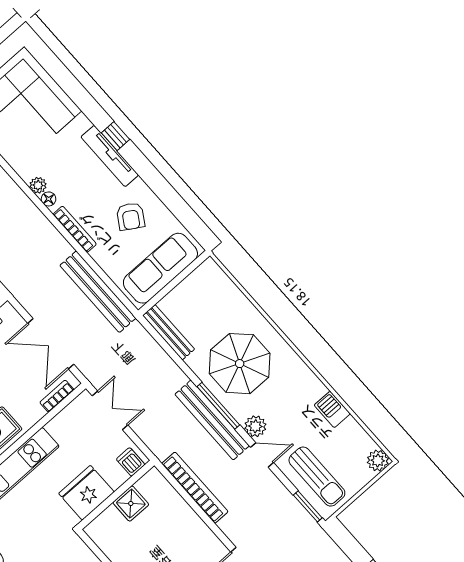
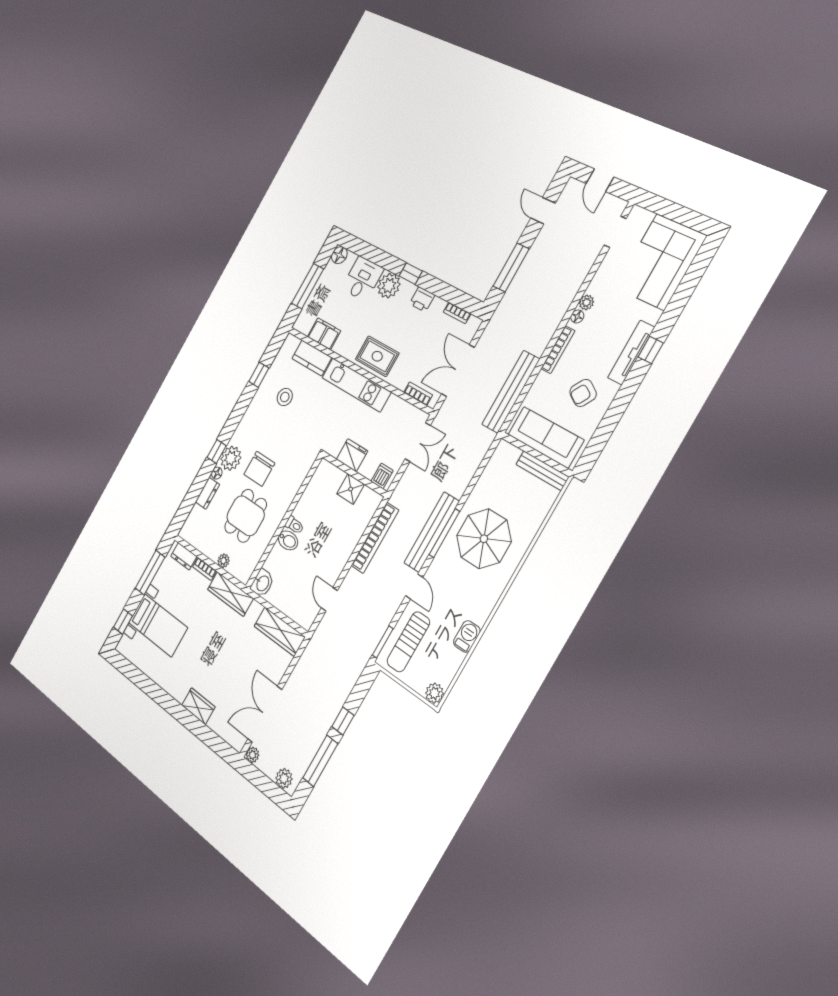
bench: (169, 332) -> (542, 471), moved, turned 90
plant: (255, 426) -> (436, 572), removed
fridge: (86, 493) -> (352, 455), width x0.73, depth x0.75

